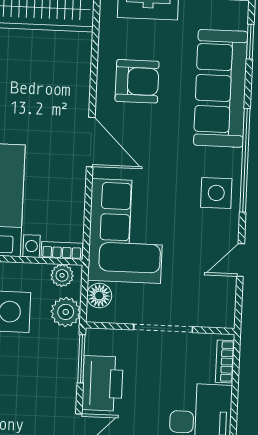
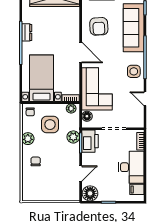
armchair: (137, 81) -> (99, 26), turned 87
door: (241, 260) -> (145, 99), hinge flipped
plant: (66, 312) -> (73, 137), moved
printer: (103, 383) -> (90, 141), moved

